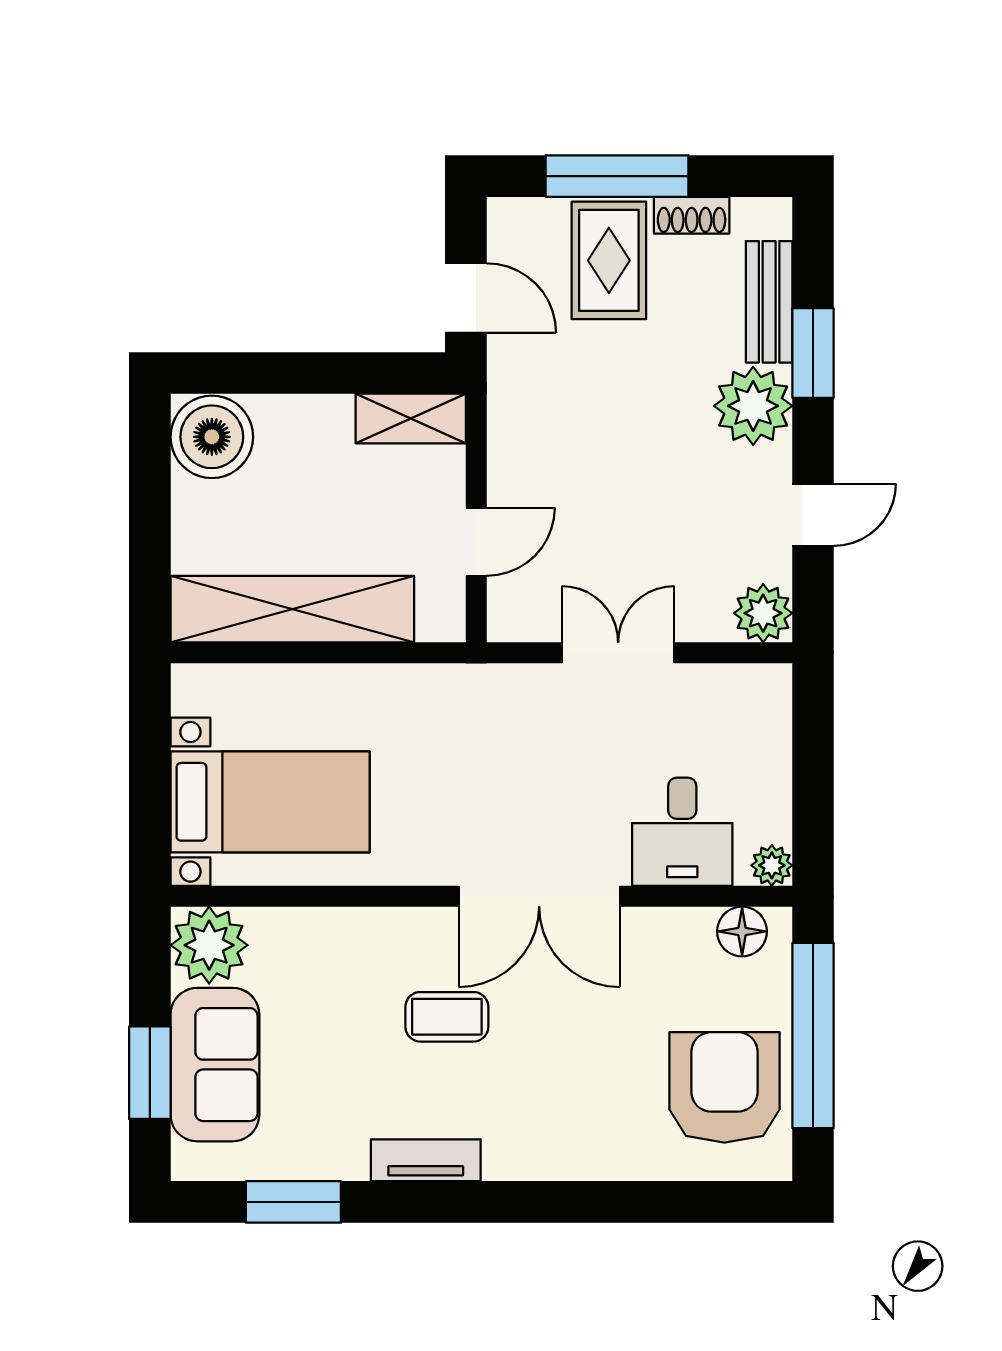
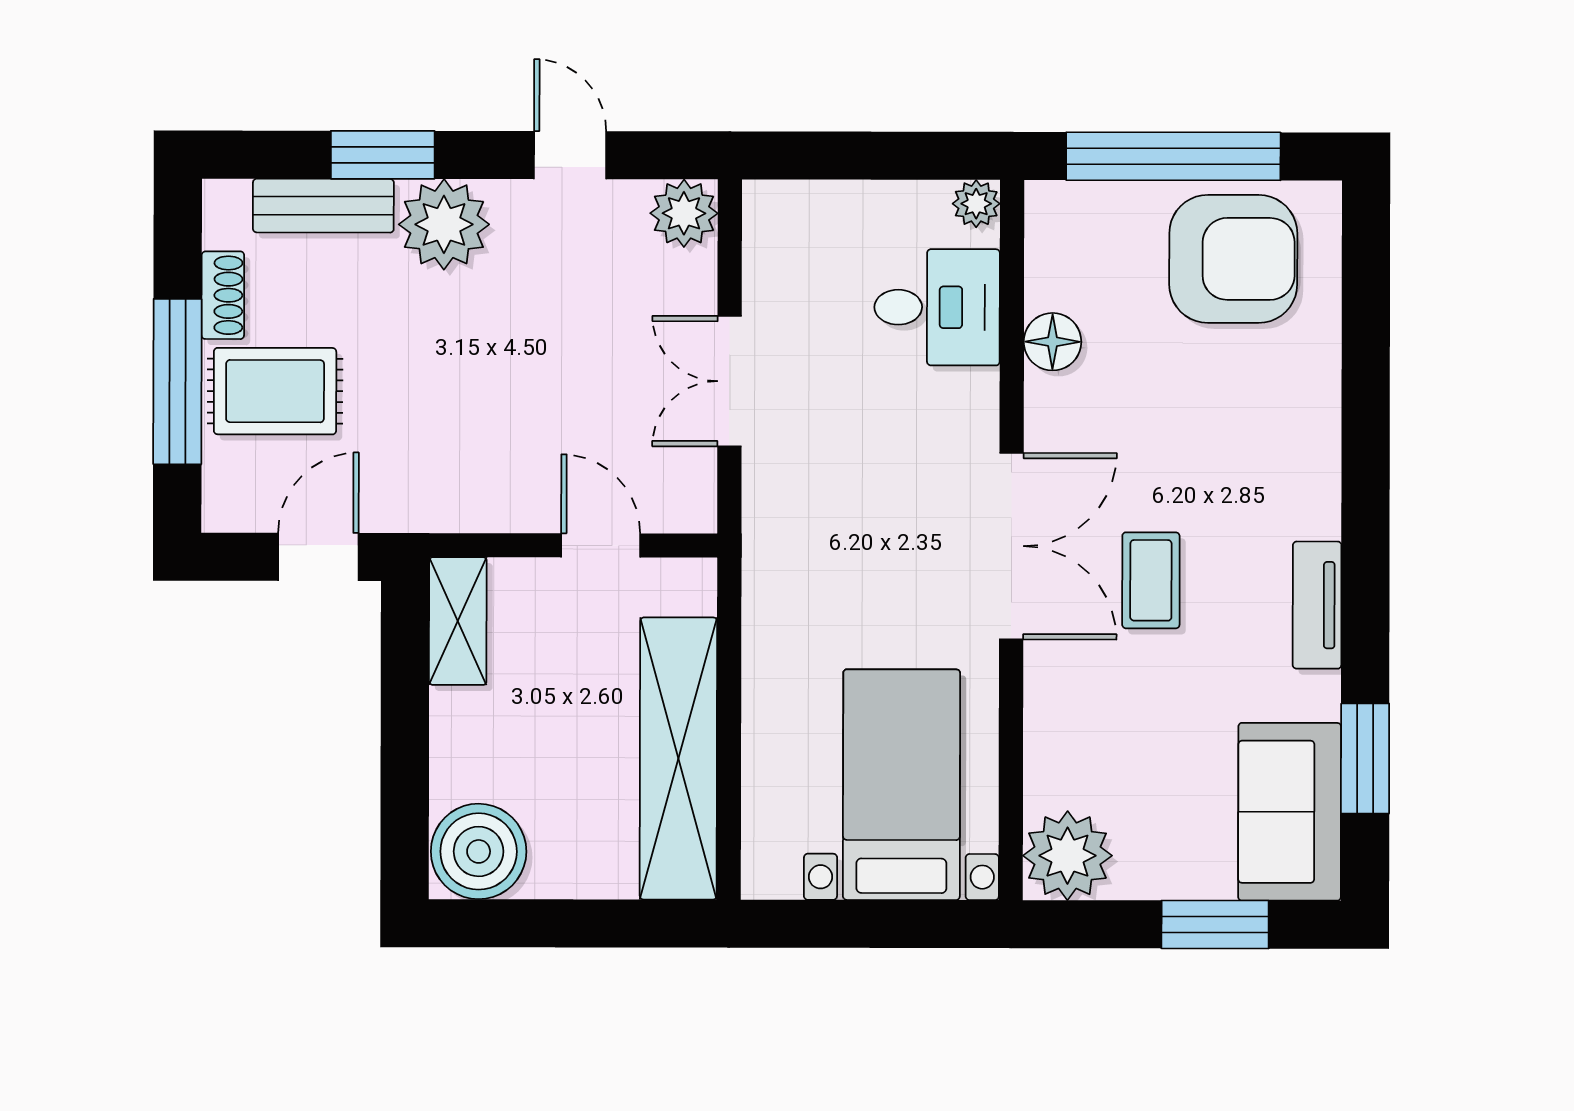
double door: (539, 896) -> (1011, 546), moved
floor lamp: (742, 931) -> (1053, 342), moved
sofa: (215, 1065) -> (1290, 812), moved, turned -90
armchair: (724, 1087) -> (1233, 259), turned 180

